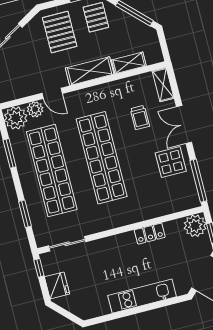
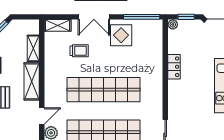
plant: (195, 226) -> (173, 24), width x0.53, depth x0.53

